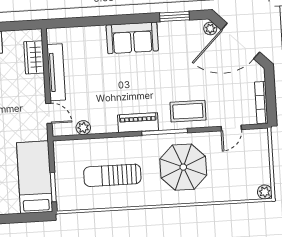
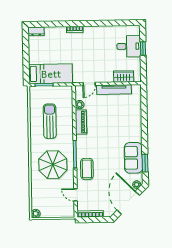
sofa: (132, 38) -> (133, 158), moved
piano: (138, 123) -> (81, 122), moved

